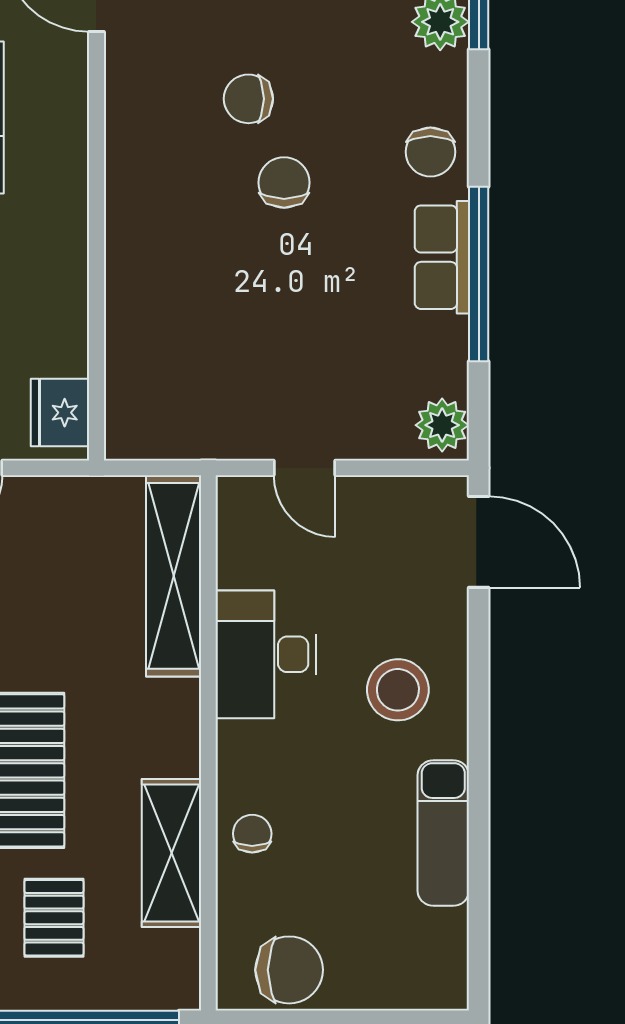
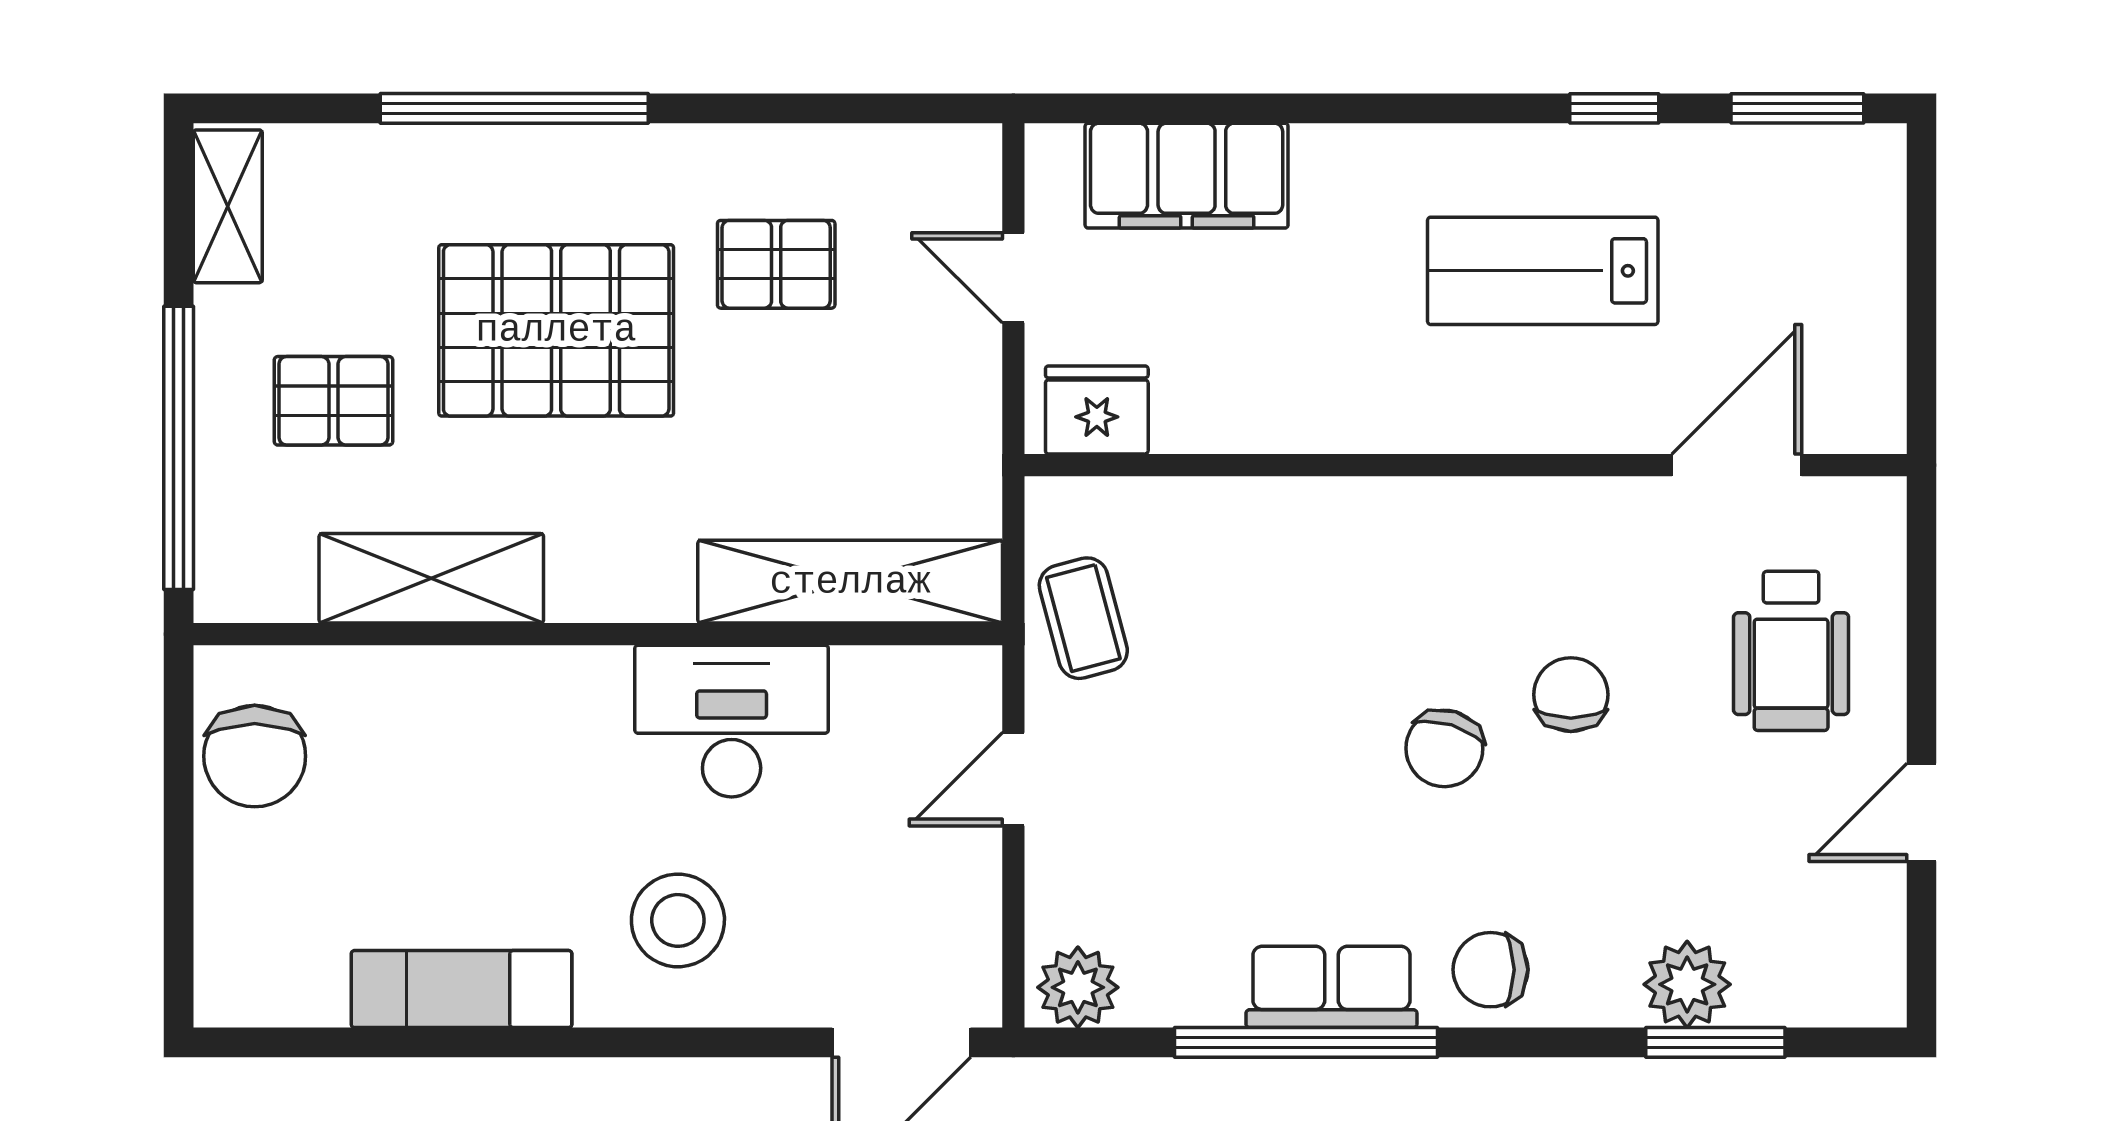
chair: (284, 183) -> (1444, 748), turned 107
coffee table: (198, 421) -> (1083, 618), added
chair: (252, 834) -> (461, 700), removed

